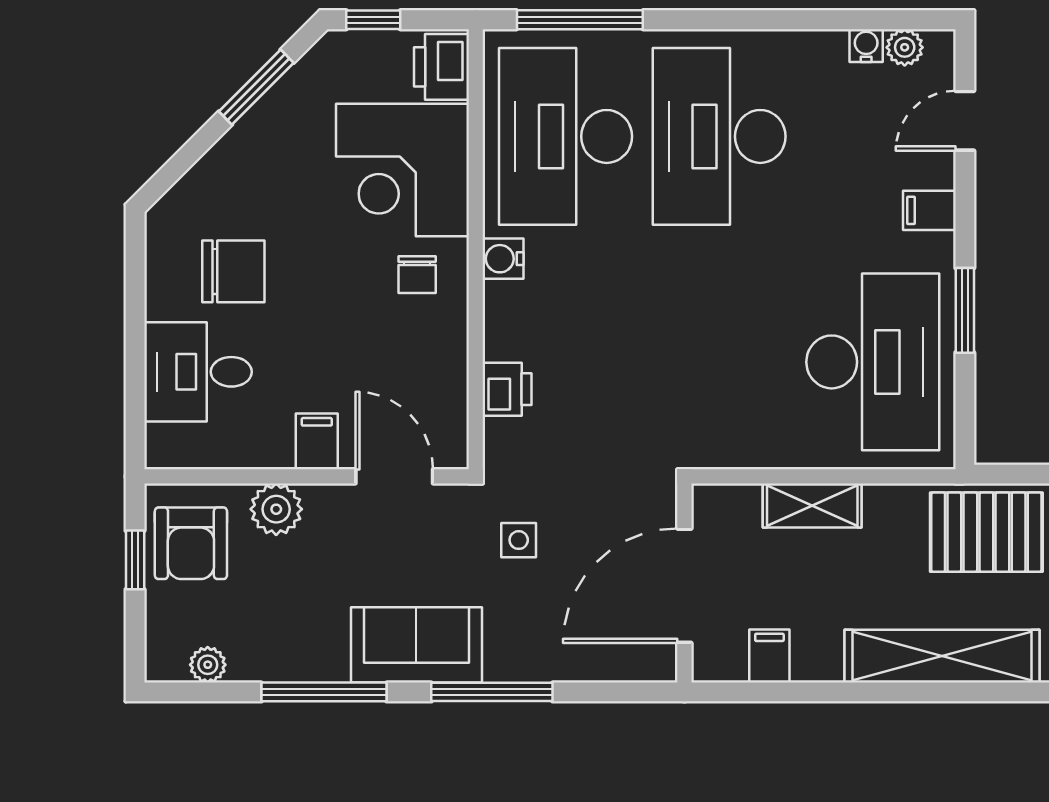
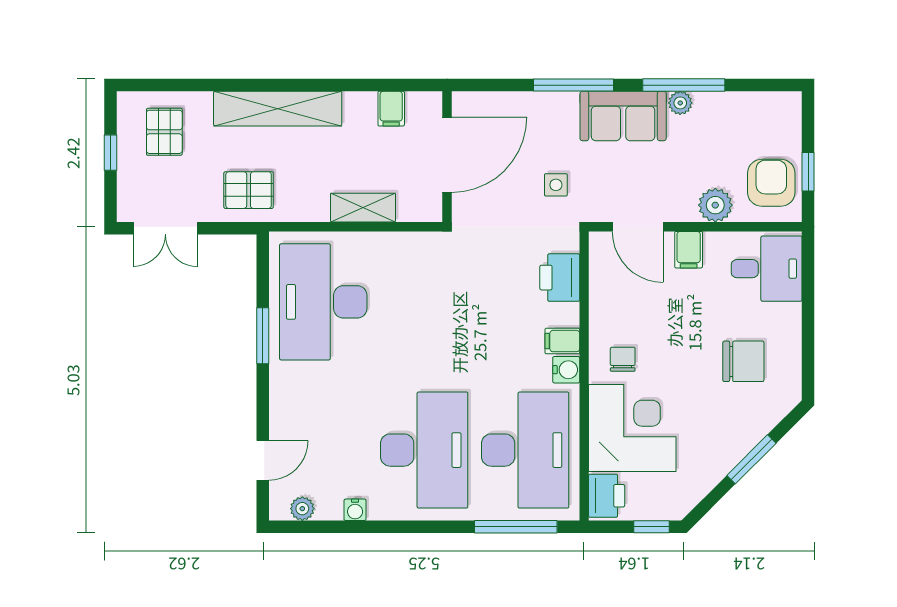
water cooler: (866, 46) -> (355, 510), moved
window: (256, 87) -> (751, 459), moved
filing cabinet: (929, 210) -> (562, 341), moved, turned 180
chair: (233, 271) -> (743, 361), turned 180
desk: (198, 372) -> (767, 269), moved
printer: (507, 389) -> (560, 278), width x1.36, depth x1.24
pallet: (986, 532) -> (249, 190), width x0.67, depth x0.71
plant: (208, 665) -> (680, 103), moved

